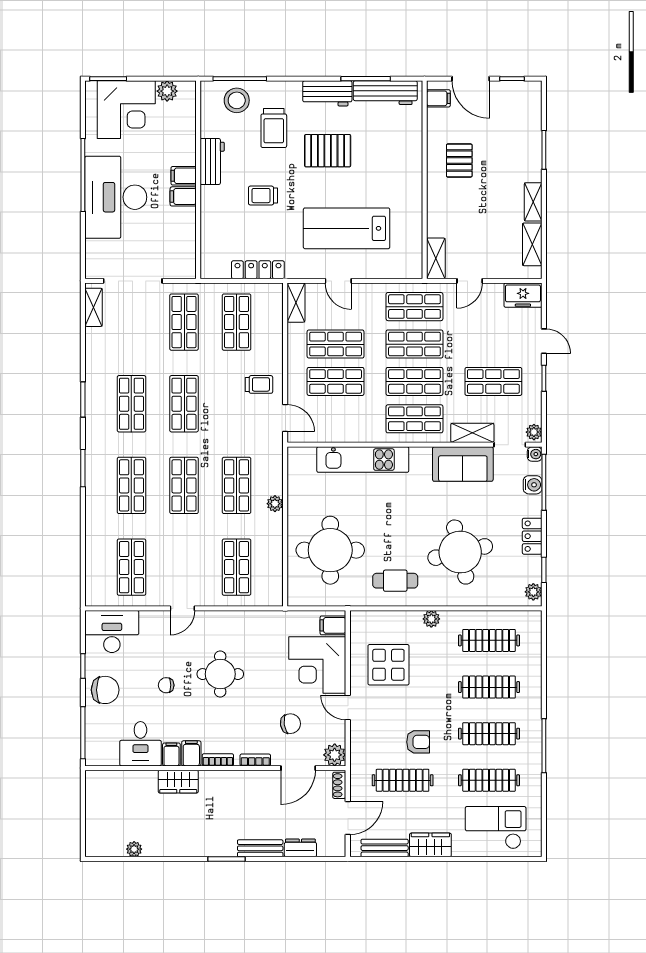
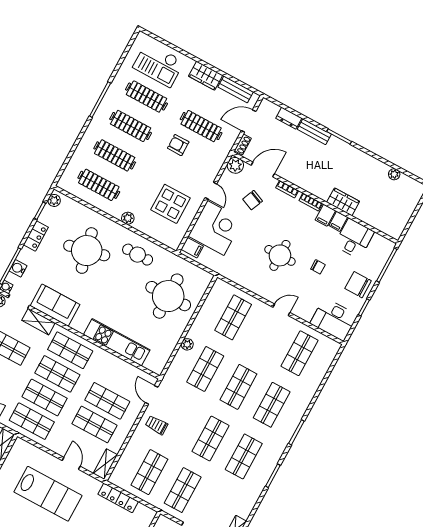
chair: (290, 724) -> (253, 200), turned -58

